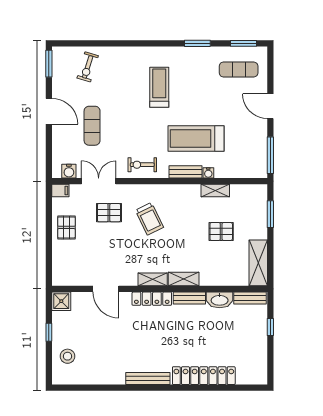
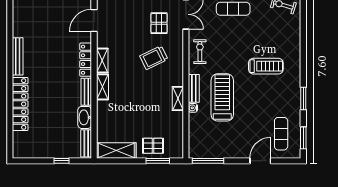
door: (270, 106) -> (260, 161), moved
shelving: (215, 191) -> (178, 98), moved
pallet: (221, 231) -> (153, 146), moved, turned 90

